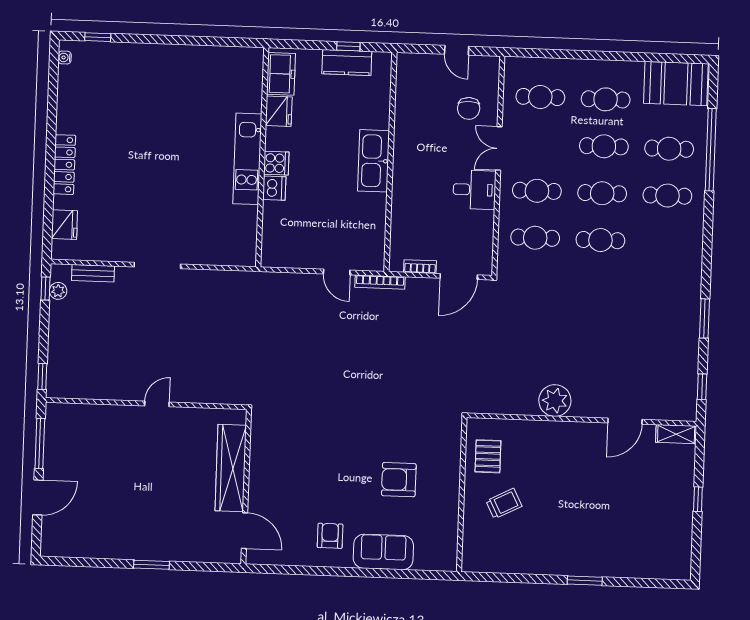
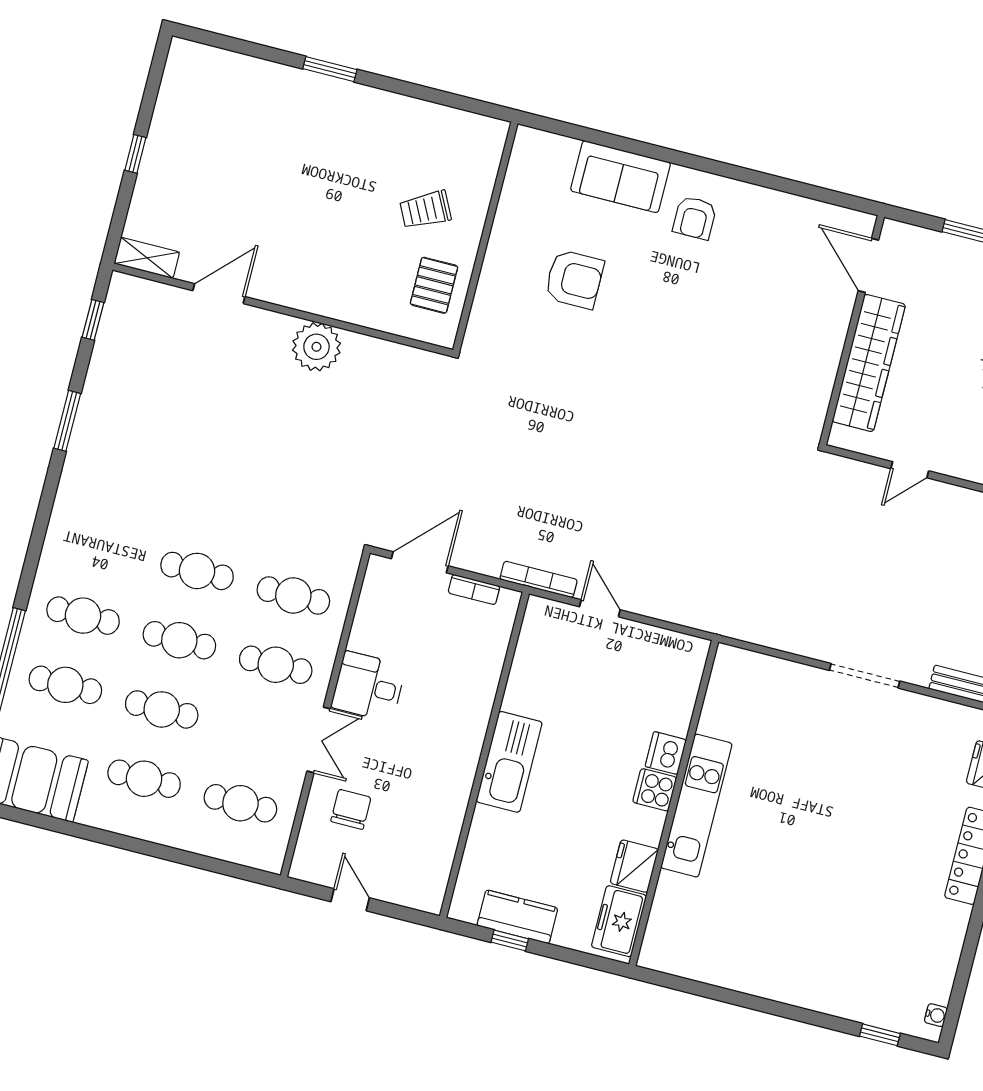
wardrobe: (231, 468) -> (869, 363), moved
wall: (246, 487) -> (852, 330), moved
door: (244, 531) -> (868, 265), moved

